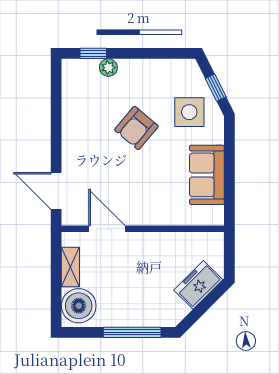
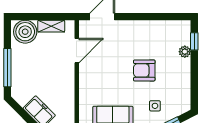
side table: (189, 112) -> (155, 106), width x0.54, depth x0.54
armchair: (136, 128) -> (144, 70), turned -40

